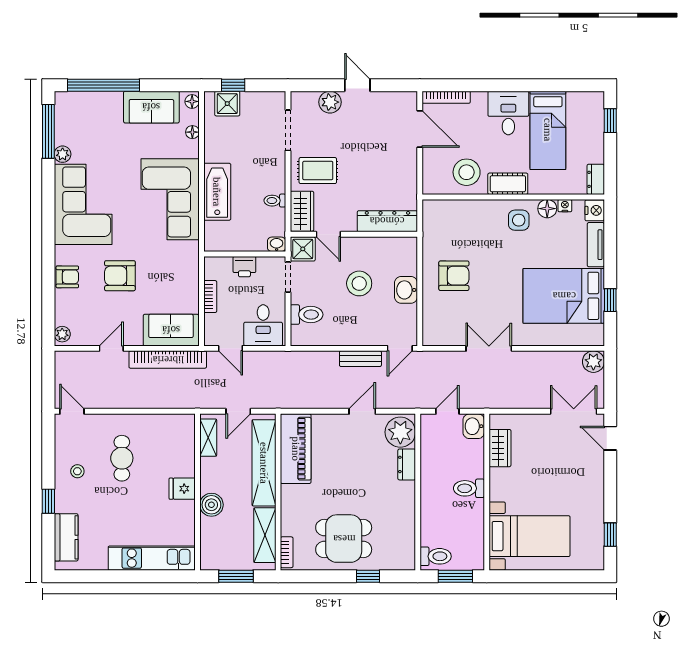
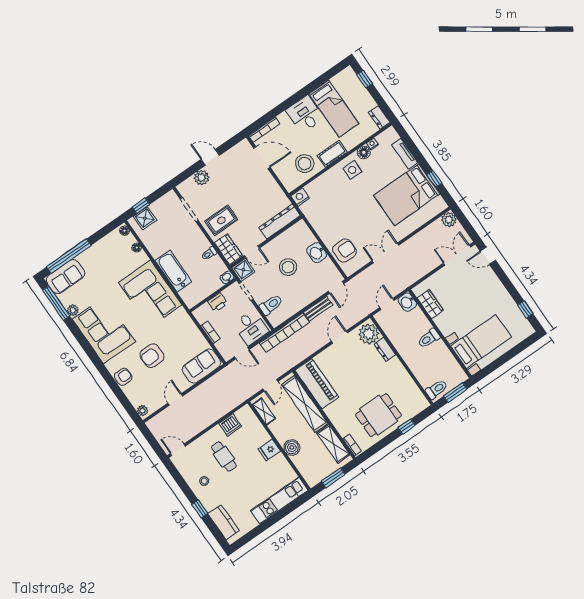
sofa: (151, 107) -> (65, 277), moved
nightstand: (595, 210) -> (300, 197), moved, turned -90
armchair: (454, 276) -> (345, 251), moved
bookcase: (168, 360) -> (284, 333), moved
dishwasher: (156, 425) -> (230, 425), added

